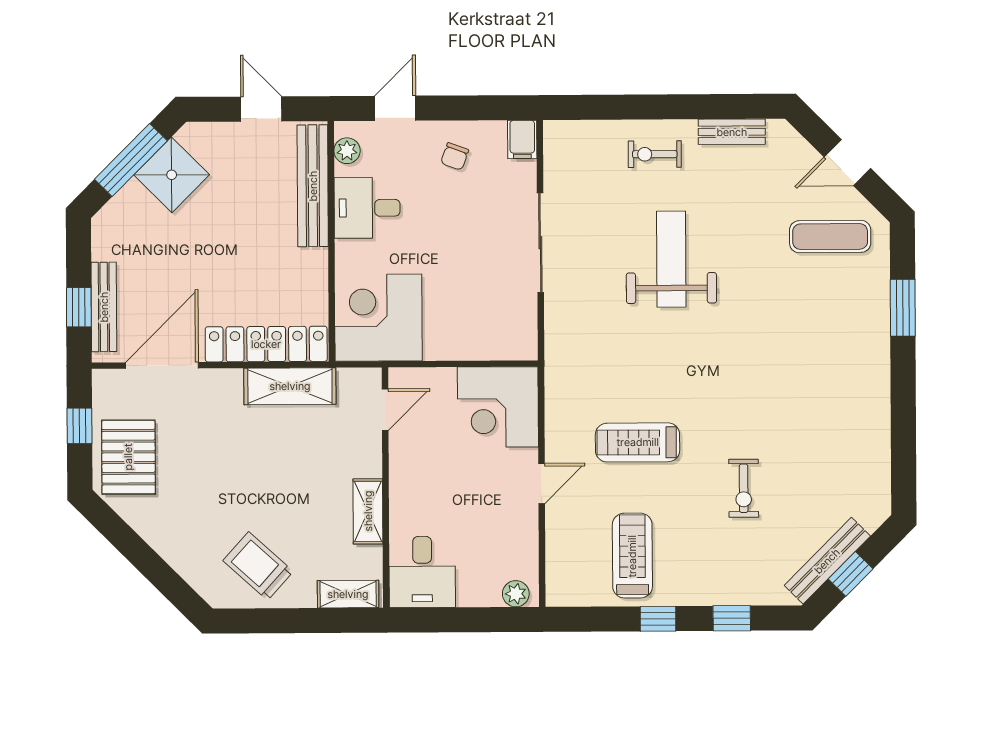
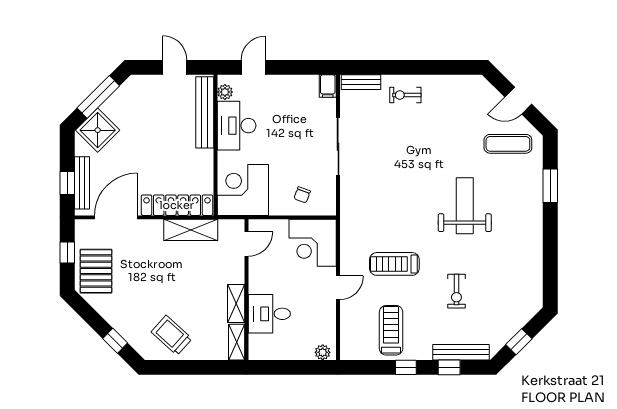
bench: (732, 132) -> (361, 82), moved
chair: (455, 156) -> (302, 195), moved
shower: (172, 175) -> (98, 130), moved
desk: (367, 208) -> (237, 126), width x1.37
weight bench: (671, 259) -> (465, 206), moved
bench: (827, 561) -> (461, 352), moved, turned 45
desk: (422, 572) -> (269, 314), moved, turned 90
window: (162, 576) -> (115, 341), added
shelving: (348, 594) -> (237, 342), moved, turned 90

